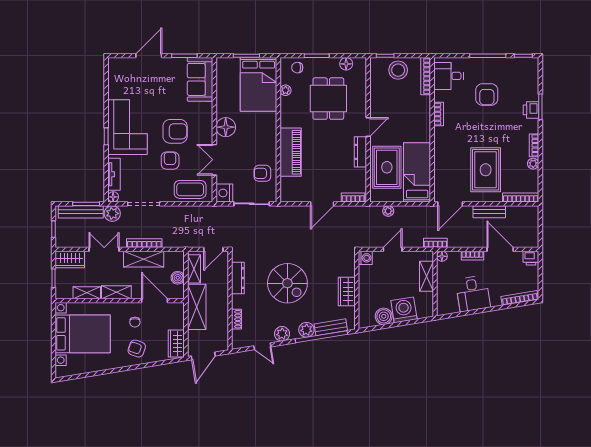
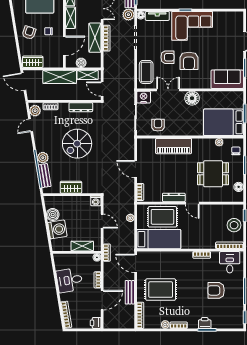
plant: (282, 334) -> (35, 111), moved

